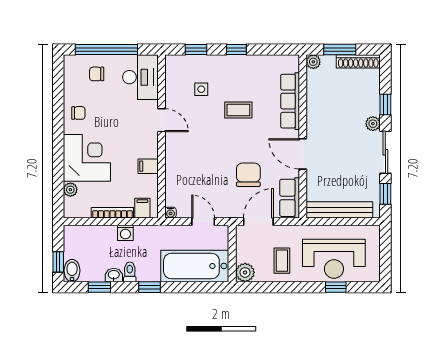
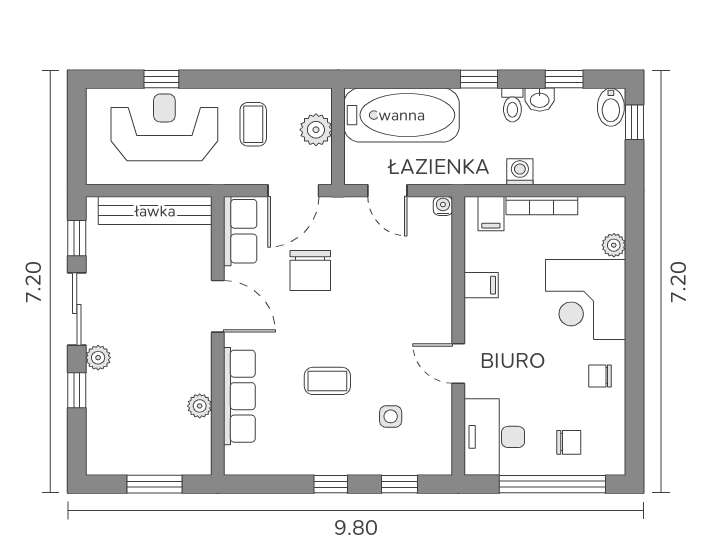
shoe rack: (358, 61) -> (123, 464), removed
plant: (313, 62) -> (200, 406), moved
plant: (245, 272) -> (316, 130), moved

